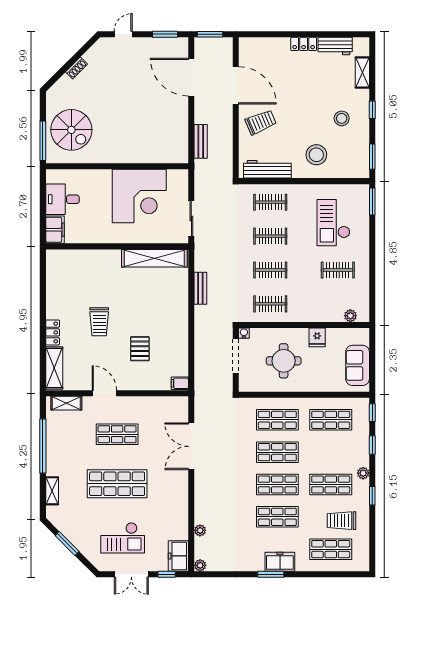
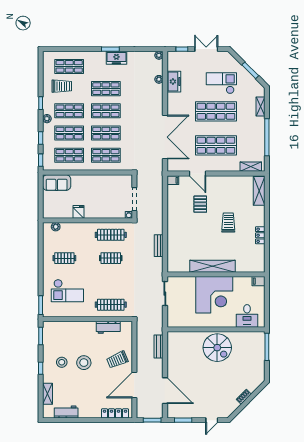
locker: (304, 44) -> (115, 413), moved, width x1.53
door: (236, 85) -> (134, 385), hinge flipped
spiral stairs: (71, 130) -> (217, 348), moved, turned 180
stool: (316, 155) -> (84, 363), moved
workbench: (267, 169) -> (108, 327), width x0.73
corner desk: (139, 196) -> (214, 295), moved, turned 180
desk: (63, 199) -> (247, 316), moved, turned 90
clothes rail: (270, 202) -> (111, 305), width x1.36
checkout: (333, 223) -> (67, 291), turned 90
filing cabinet: (55, 230) -> (259, 281), width x0.50
clothes rail: (270, 236) -> (111, 281), removed
shelving: (154, 258) -> (212, 266), moved
clothes rail: (270, 304) -> (111, 235), width x1.36
locker: (53, 332) -> (260, 235), moved
round table: (284, 361) -> (102, 196), removed
sofa: (358, 365) -> (57, 183), moved, turned 90
door: (104, 393) -> (197, 173), moved
shop shelf: (117, 434) -> (216, 145), width x1.43, depth x1.36
double door: (191, 446) -> (165, 137), width x1.36
shop shelf: (331, 452) -> (69, 133), added
checkout: (123, 538) -> (221, 83), moved
freezer: (178, 556) -> (174, 82), moved
freezer: (280, 562) -> (116, 58), moved

